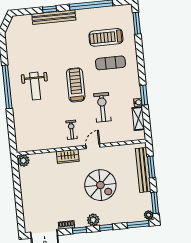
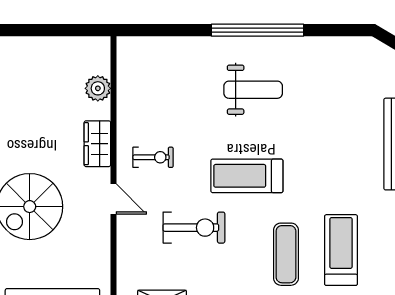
treadmill: (76, 85) -> (247, 176), turned 180
weight bench: (35, 86) -> (253, 90), turned 180
plant: (23, 161) -> (98, 88), moved

